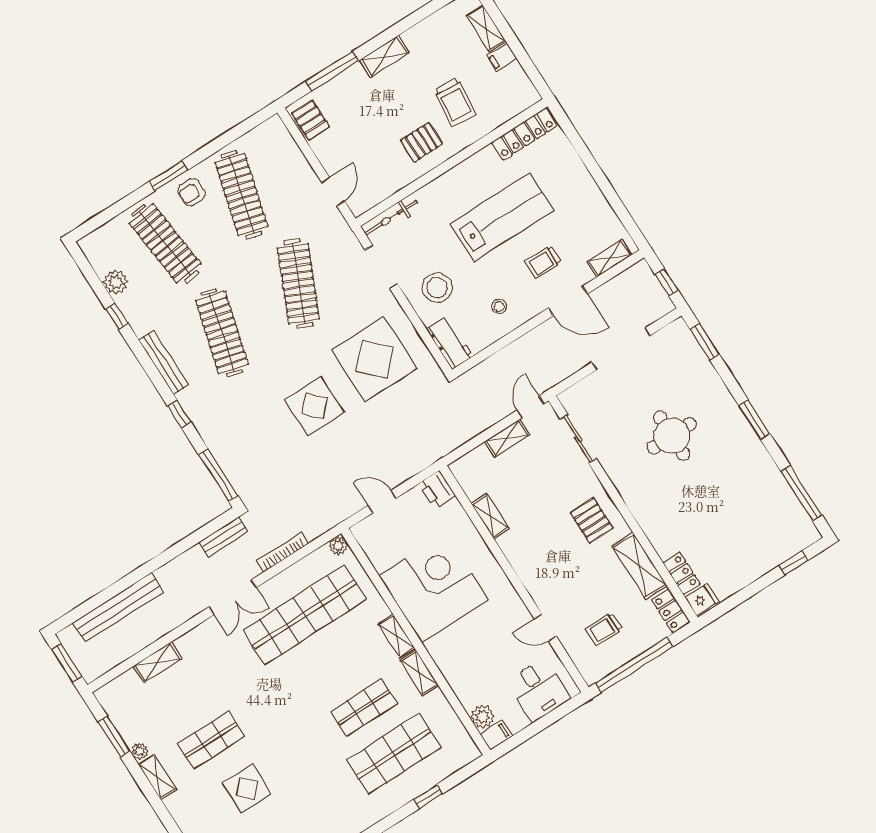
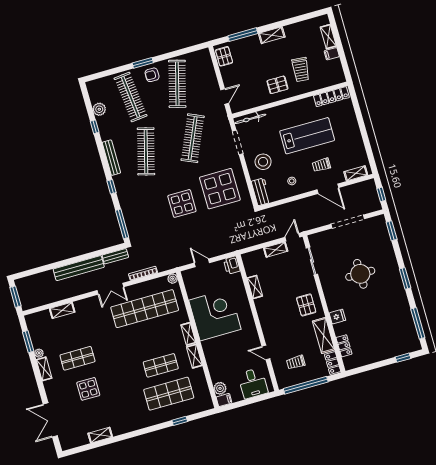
fridge: (702, 599) -> (337, 317), moved
bench: (118, 607) -> (79, 268), moved

